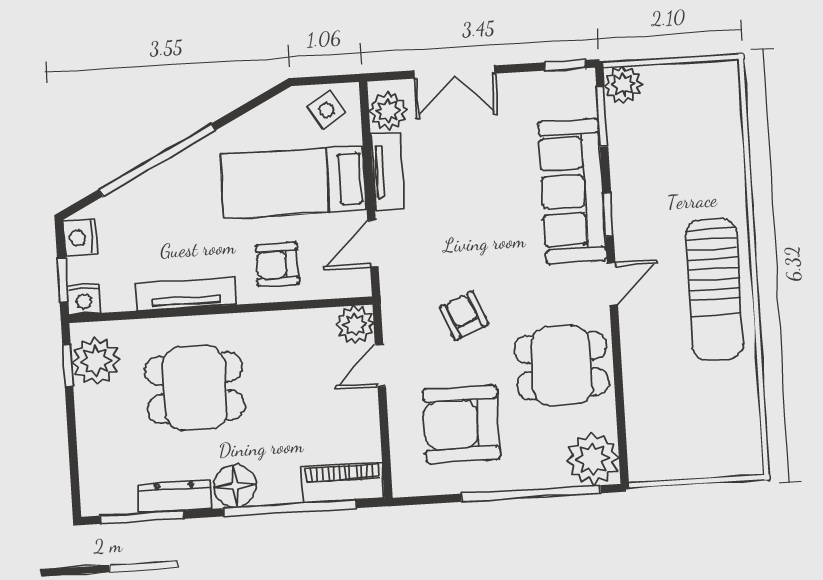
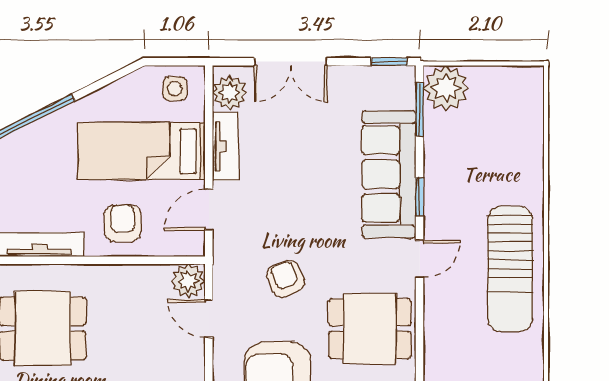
plant: (623, 85) -> (446, 88), width x1.36, depth x1.36
side table: (327, 110) -> (175, 89), turned 32
armchair: (277, 265) -> (123, 223), turned 90
door: (380, 365) -> (209, 318), hinge flipped

